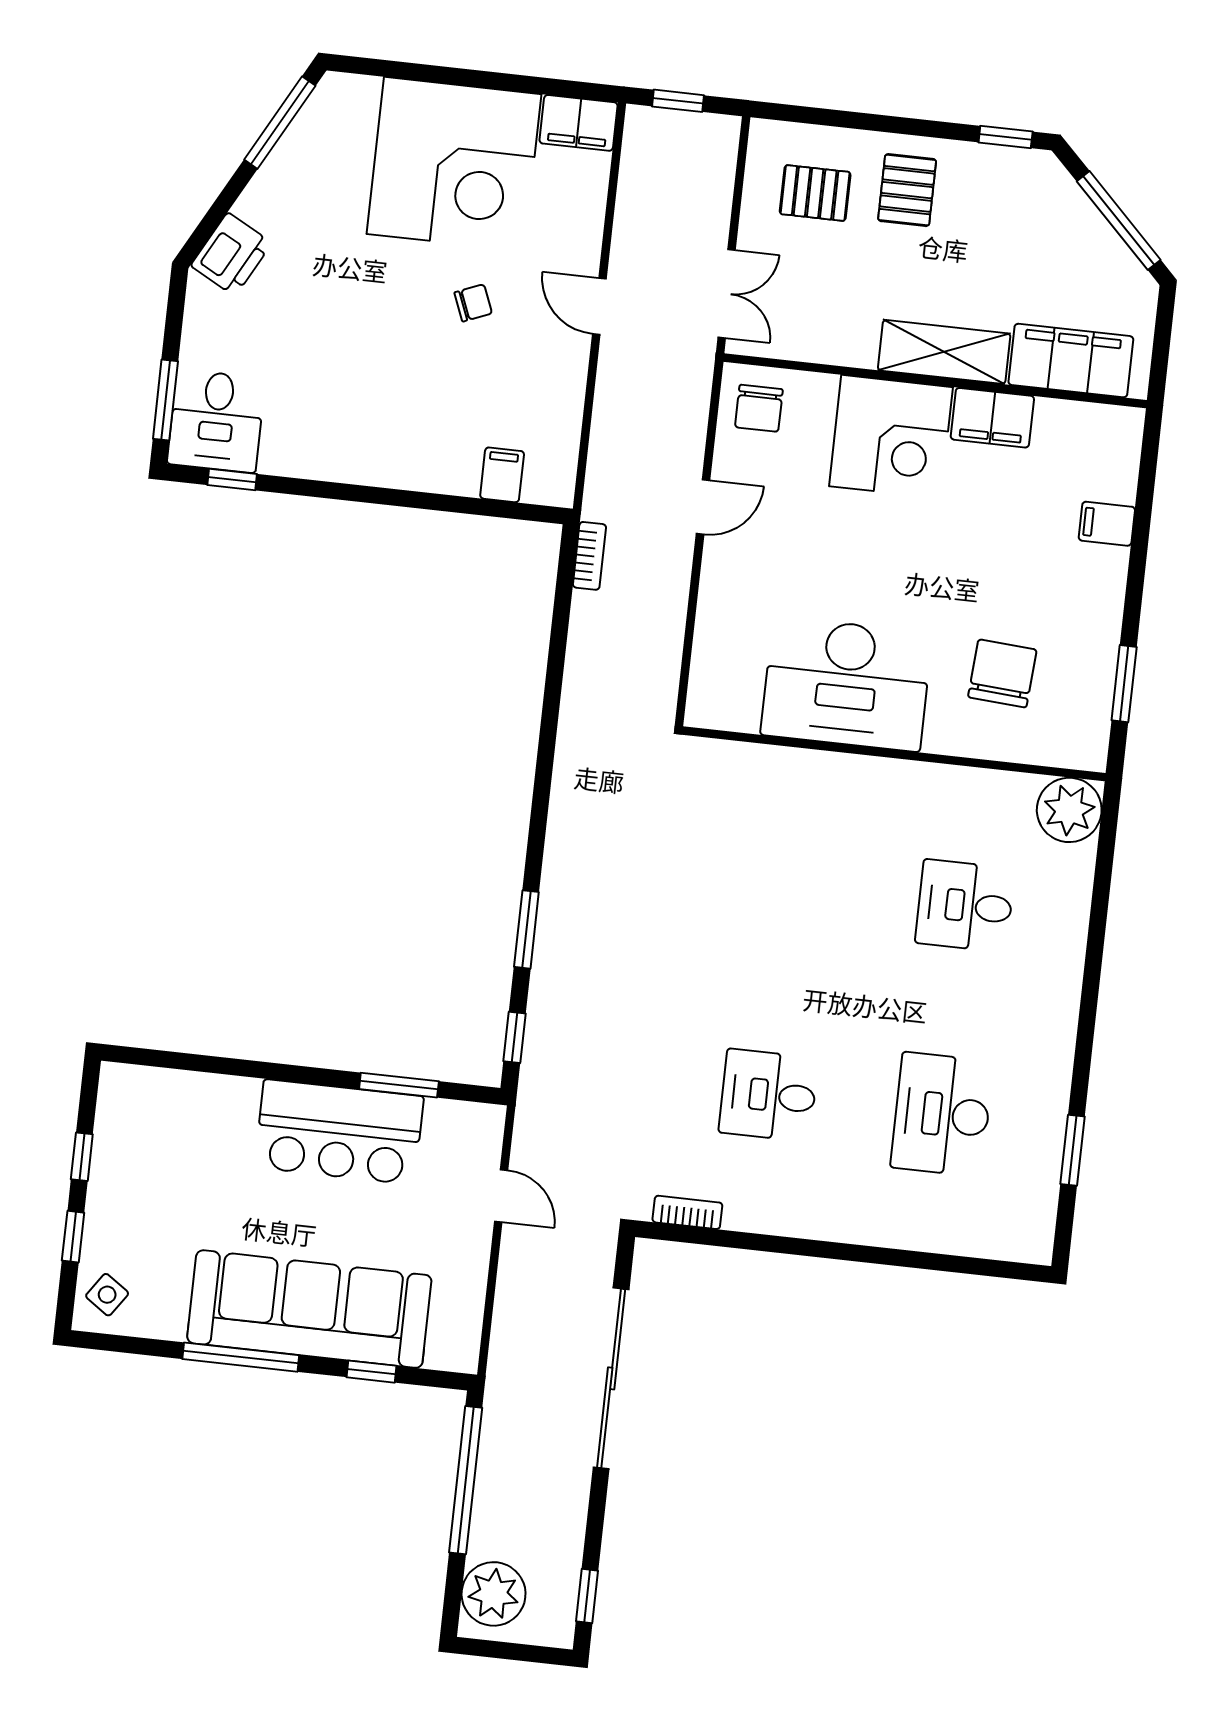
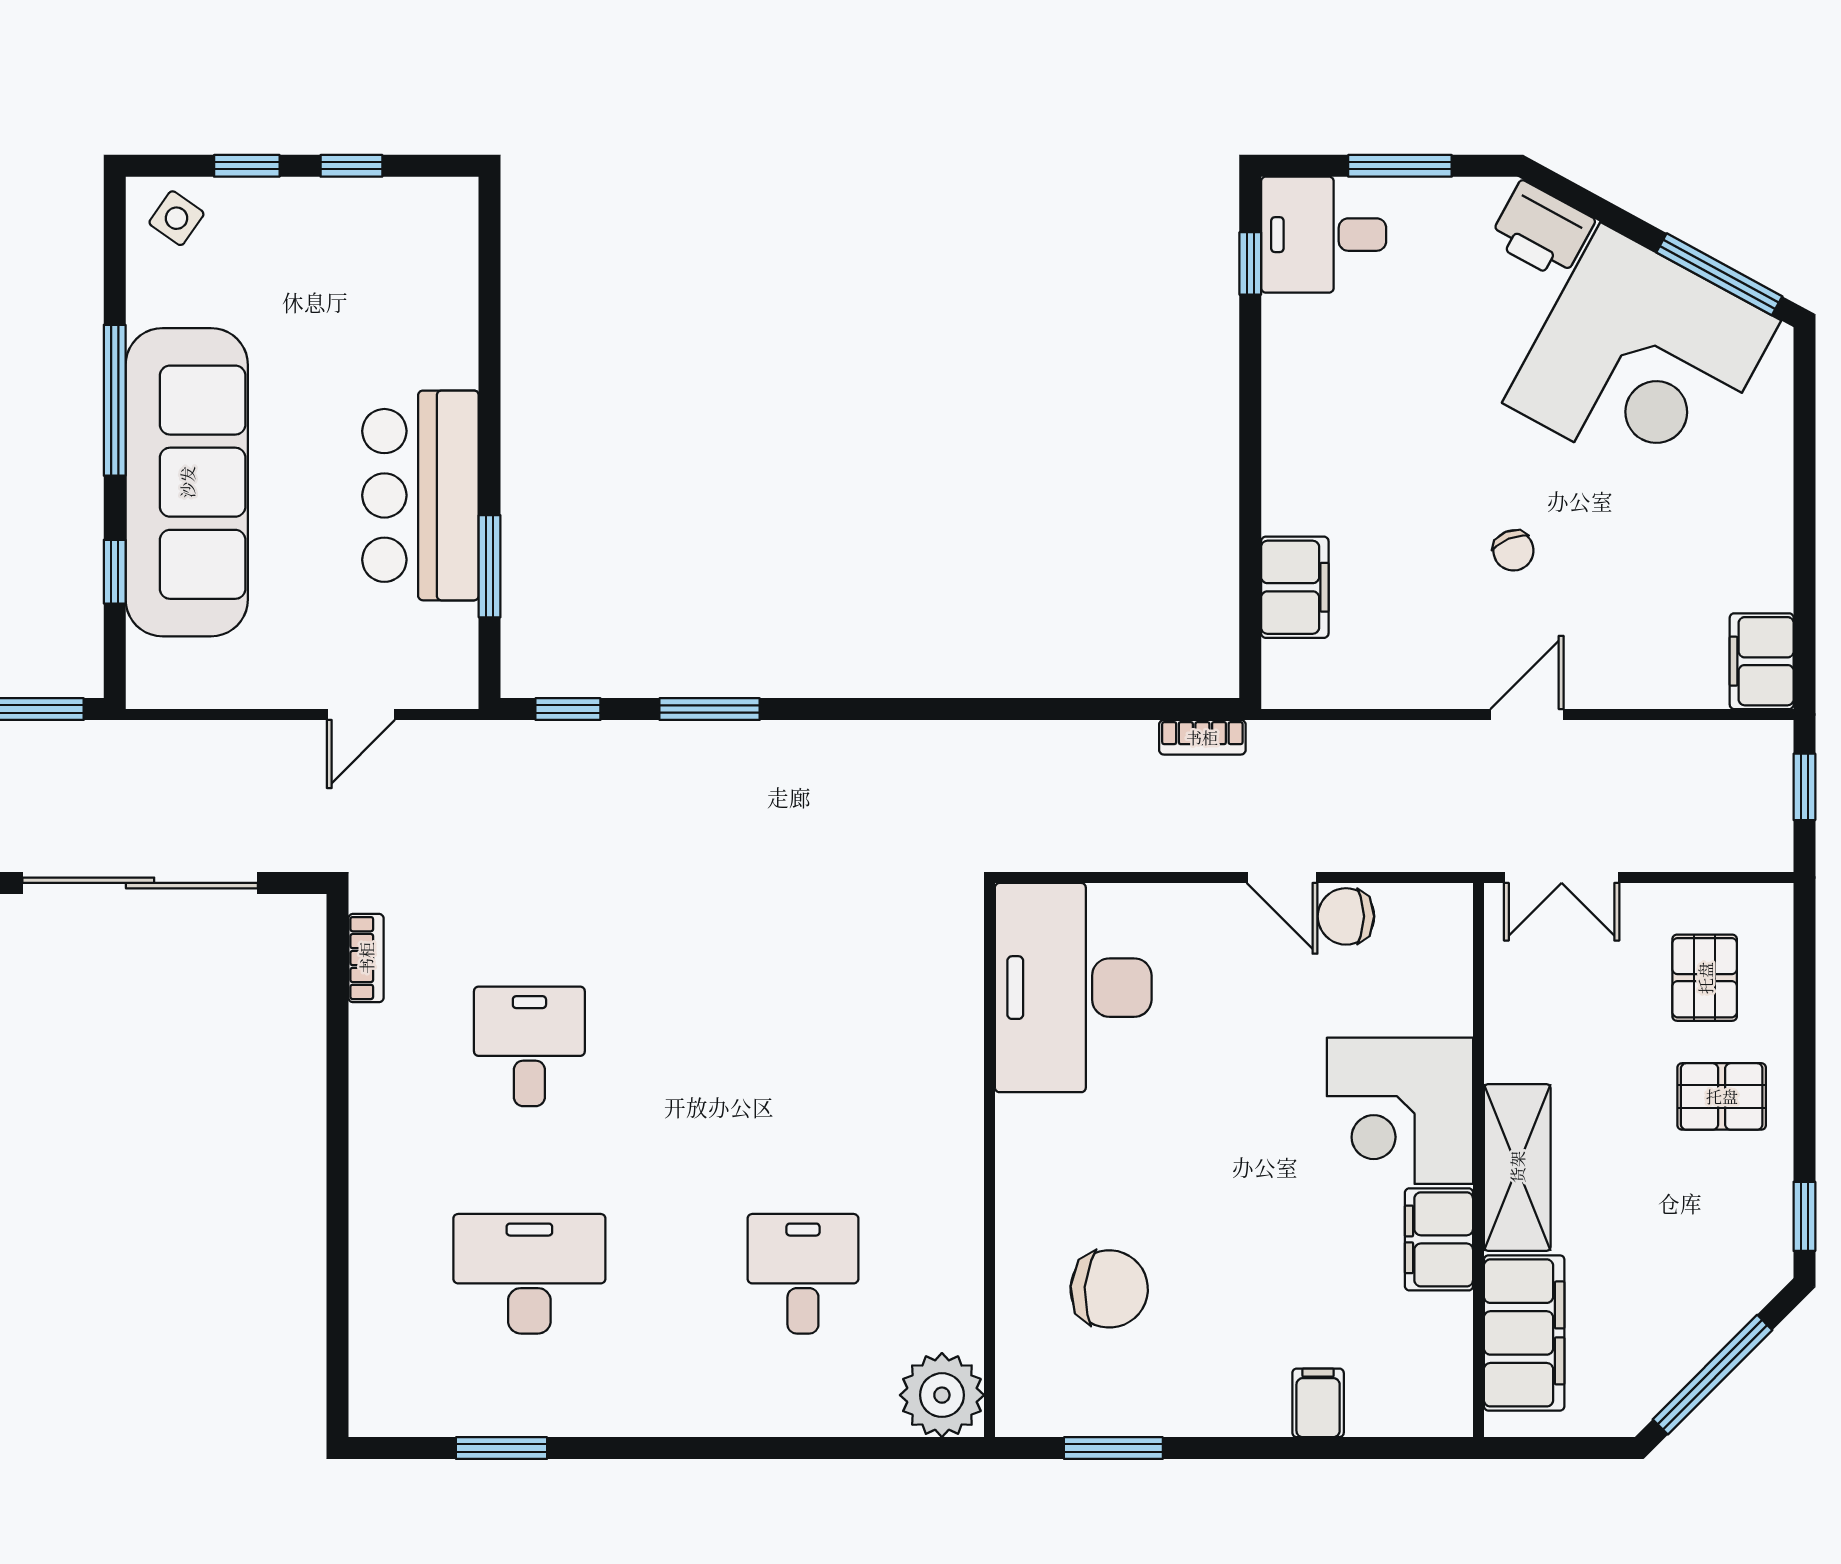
corner desk: (454, 164) -> (1641, 362), moved, turned -61
window: (165, 400) -> (1400, 166), moved
chair: (759, 408) -> (1346, 916), moved
filing cabinet: (502, 475) -> (1295, 587), width x2.00
desk: (846, 684) -> (1073, 988), moved

